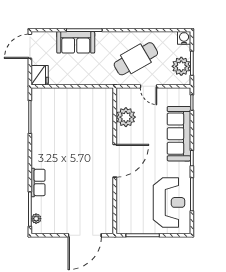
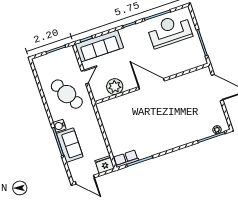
water cooler: (184, 38) -> (59, 126), moved
plant: (181, 66) -> (61, 57), removed
sofa: (179, 134) -> (99, 46), moved
row of seats: (38, 182) -> (126, 159), moved

